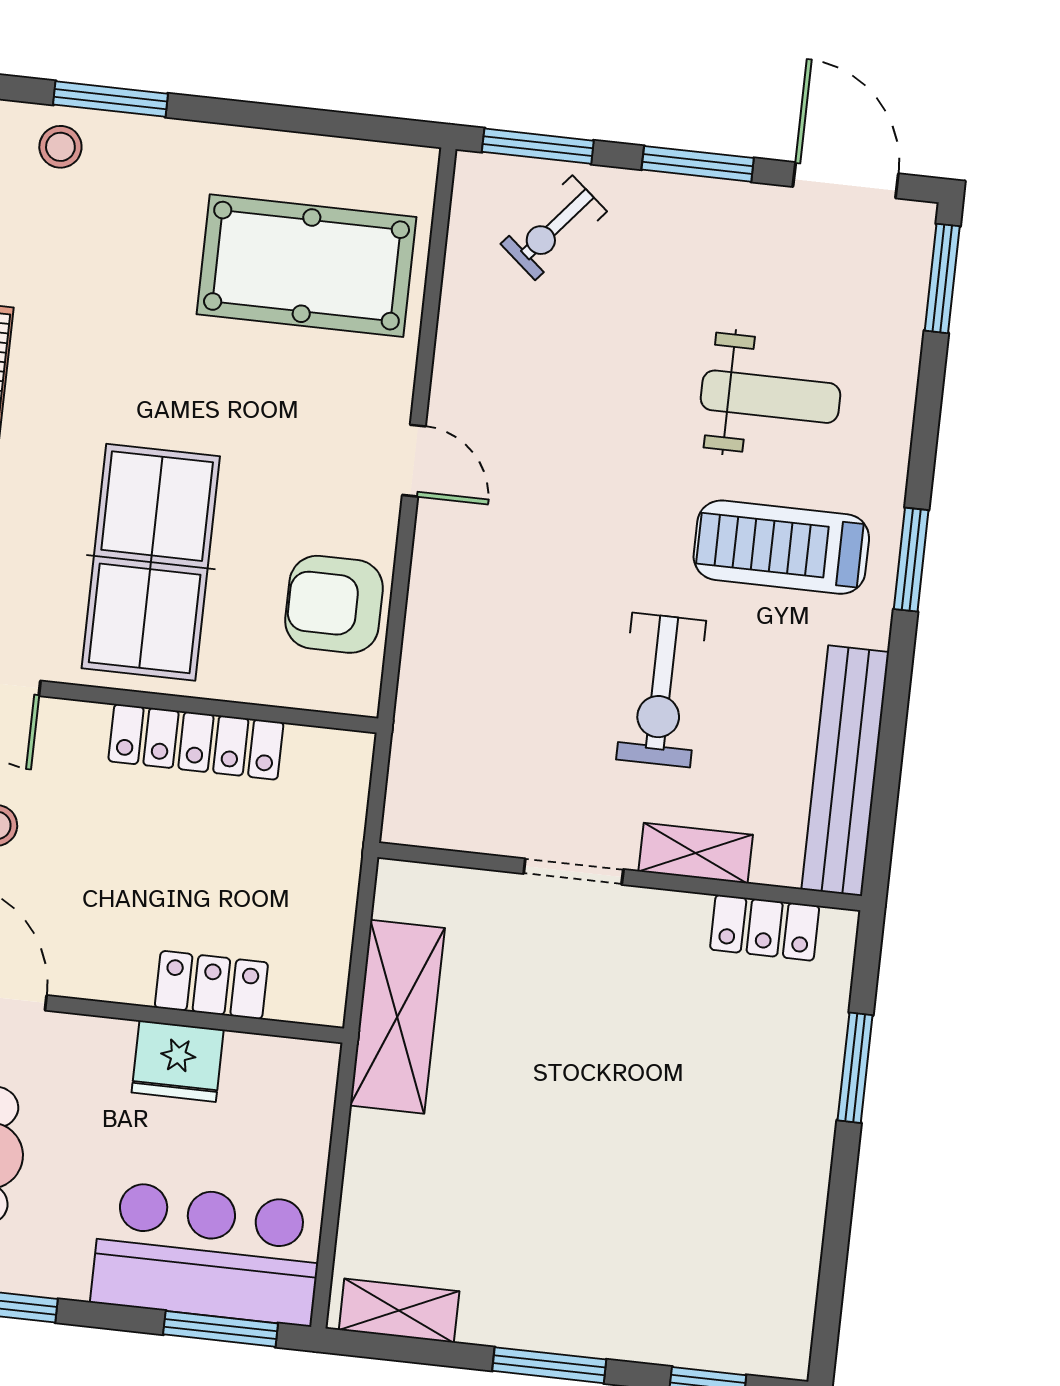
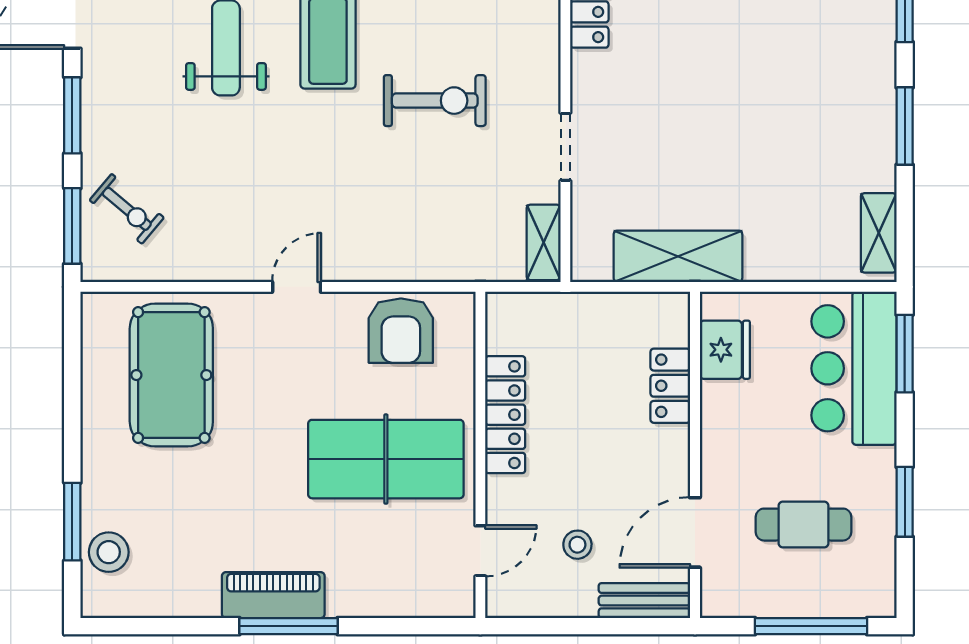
stool: (60, 147) -> (109, 552), width x1.37, depth x1.37
shelving: (696, 853) -> (544, 242), moved
fridge: (178, 1061) -> (725, 350), moved

